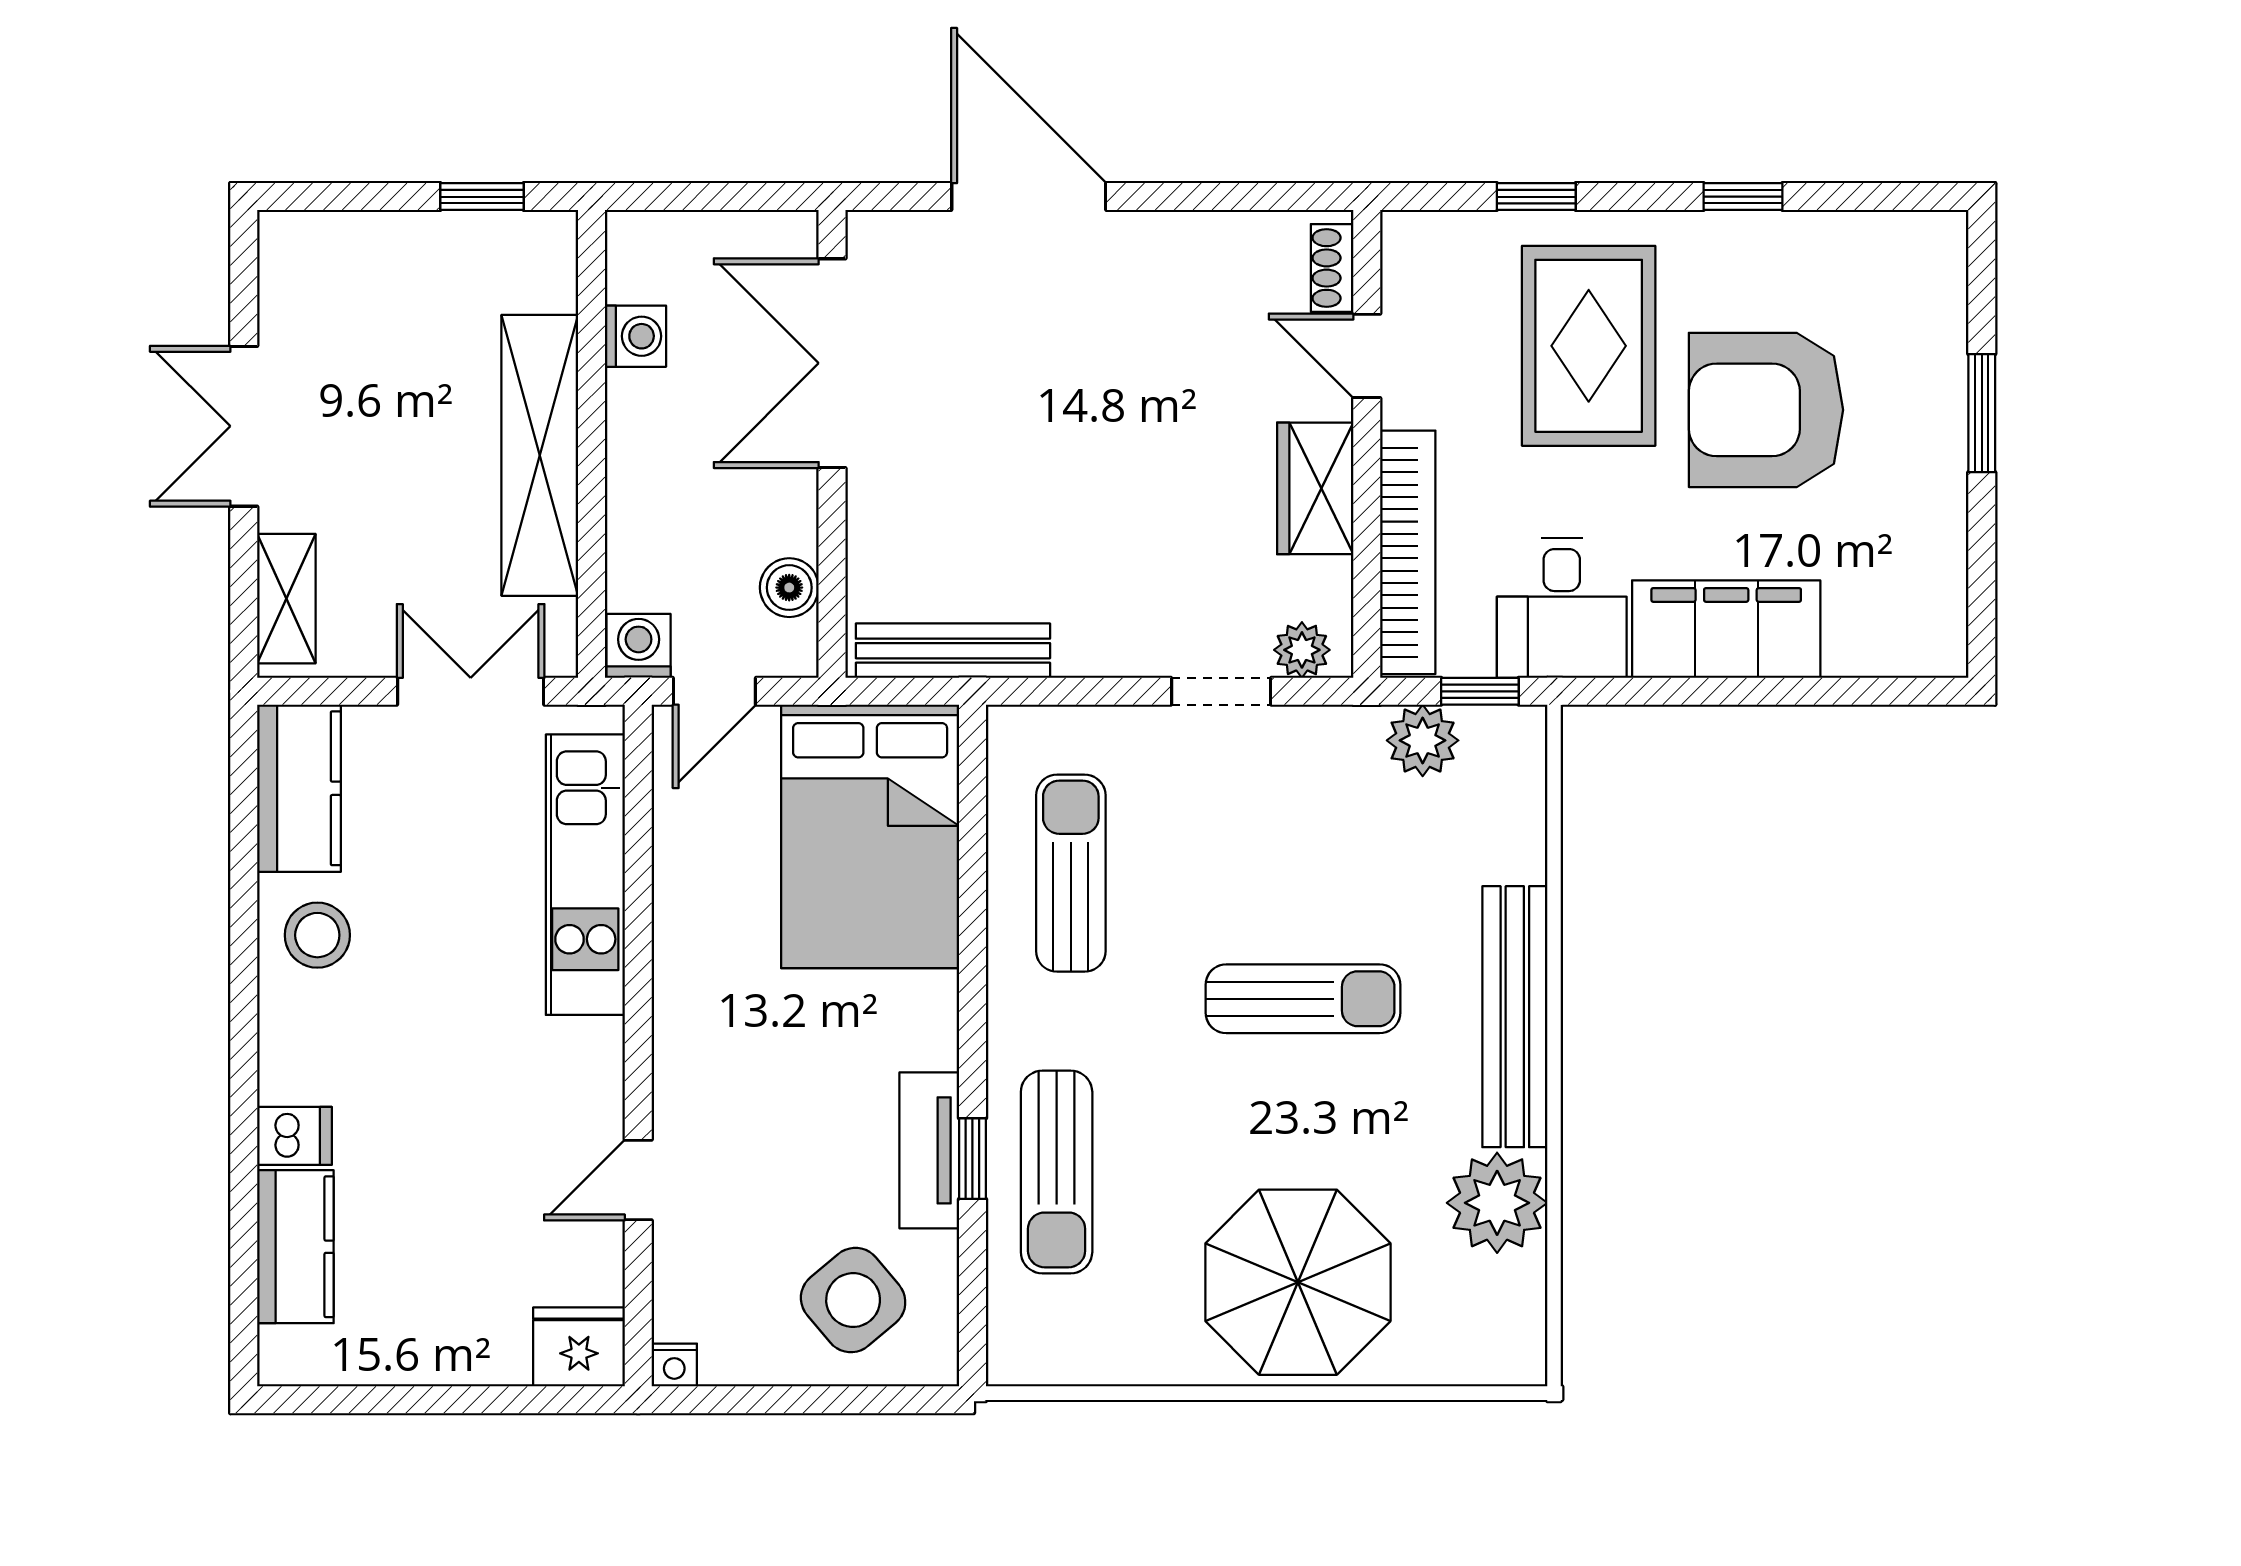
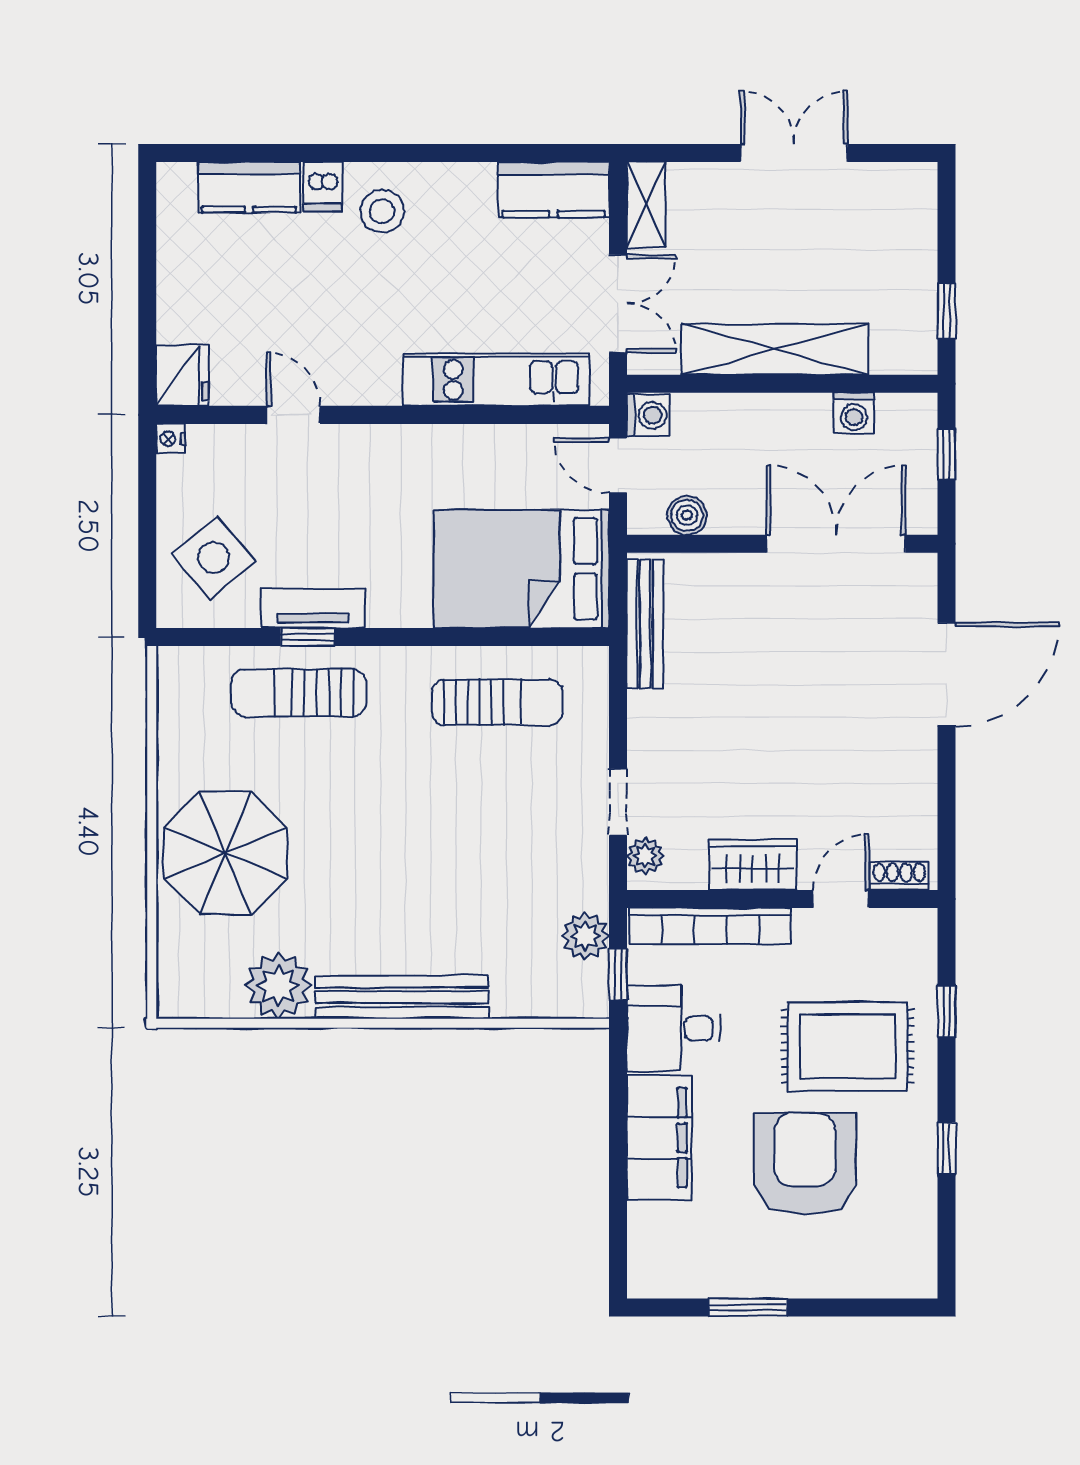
window: (698, 197) -> (947, 454), added
window: (1982, 413) -> (748, 1307), moved
shelving: (286, 599) -> (646, 205), moved, turned 90
stool: (317, 935) -> (382, 211), moved
sun lounger: (1303, 999) -> (414, 856), removed

